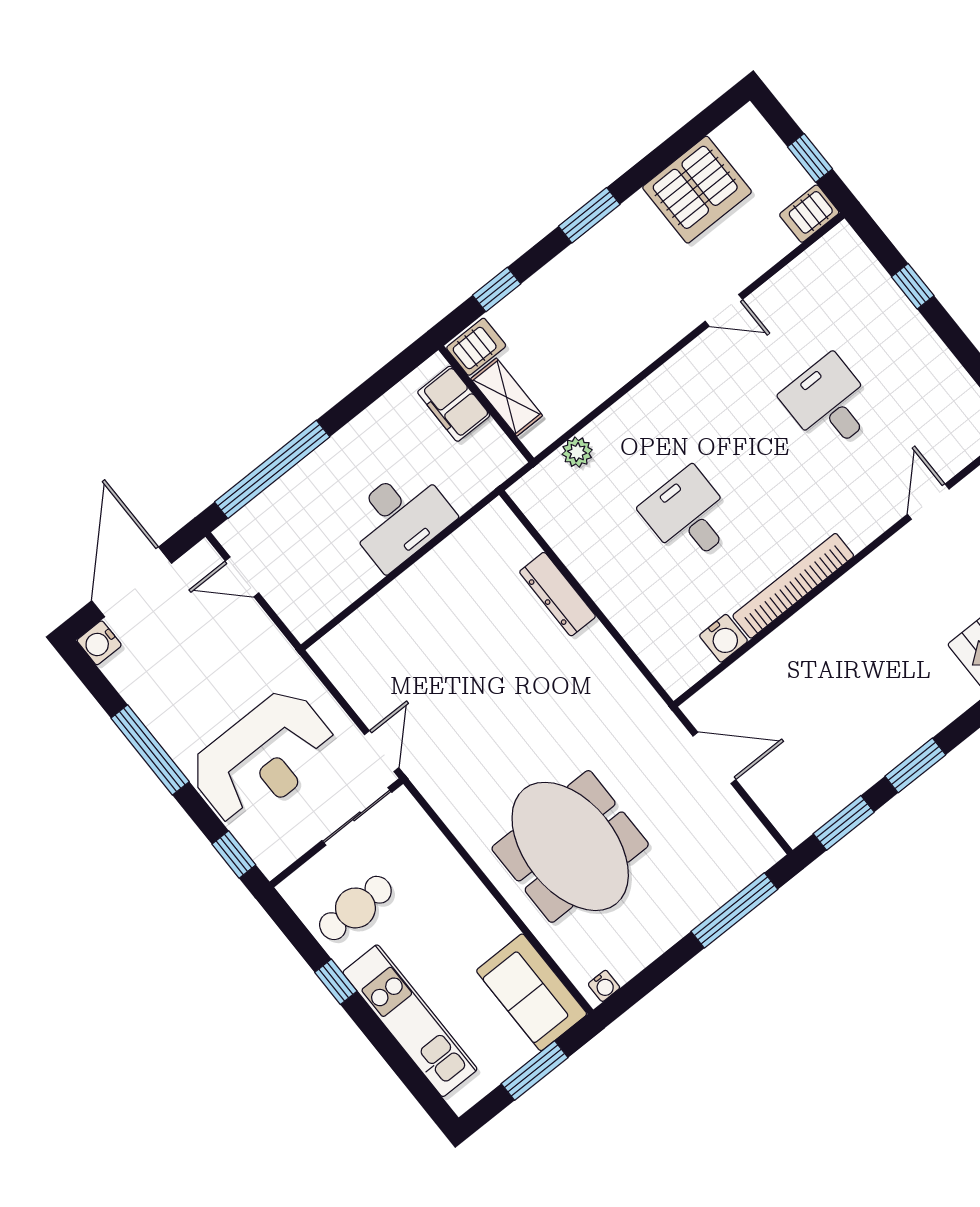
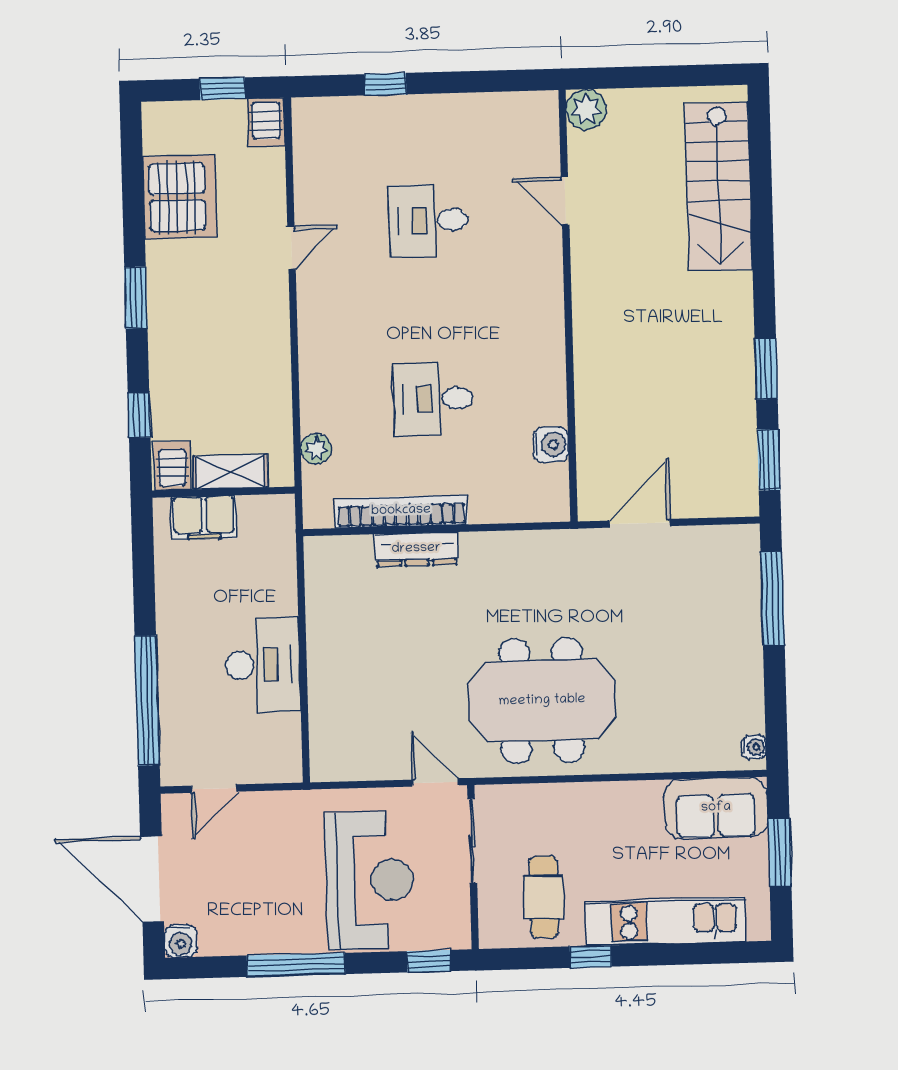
desk: (400, 518) -> (263, 665), moved
bookcase: (793, 586) -> (401, 511), moved, turned 90
meeting table: (570, 846) -> (542, 701), moved

